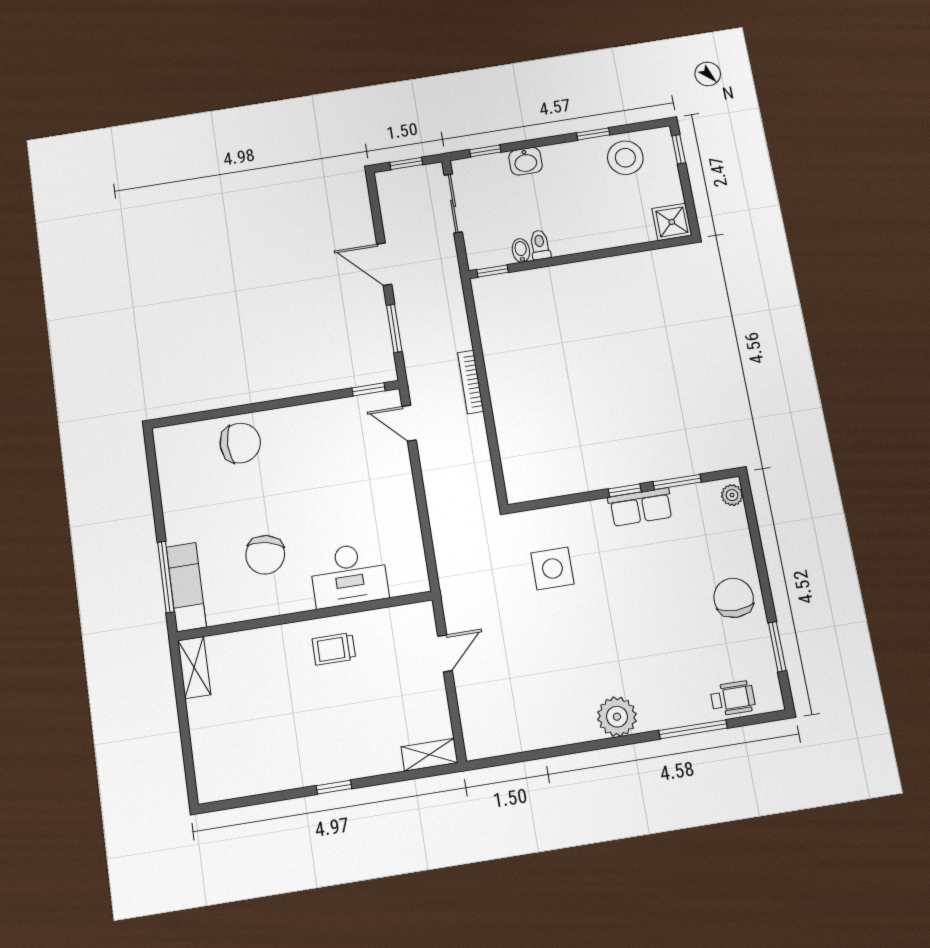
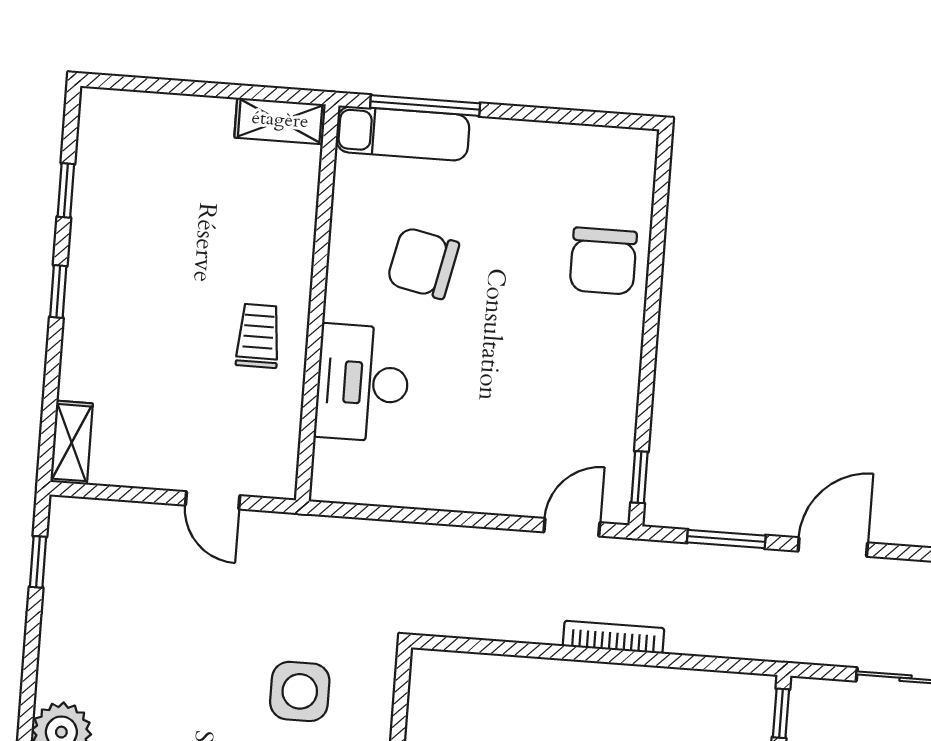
window: (511, 759) -> (38, 562), added
window: (267, 798) -> (66, 190), added

